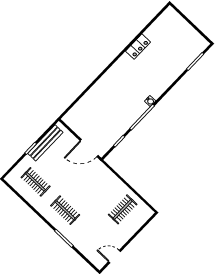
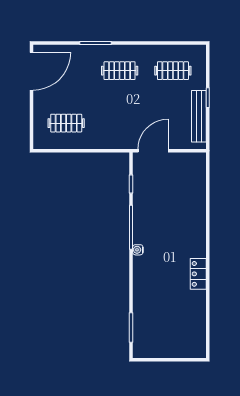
locker: (138, 47) -> (198, 274), moved
clothes rail: (123, 209) -> (66, 123), turned 90
door: (114, 257) -> (31, 71), width x1.87

